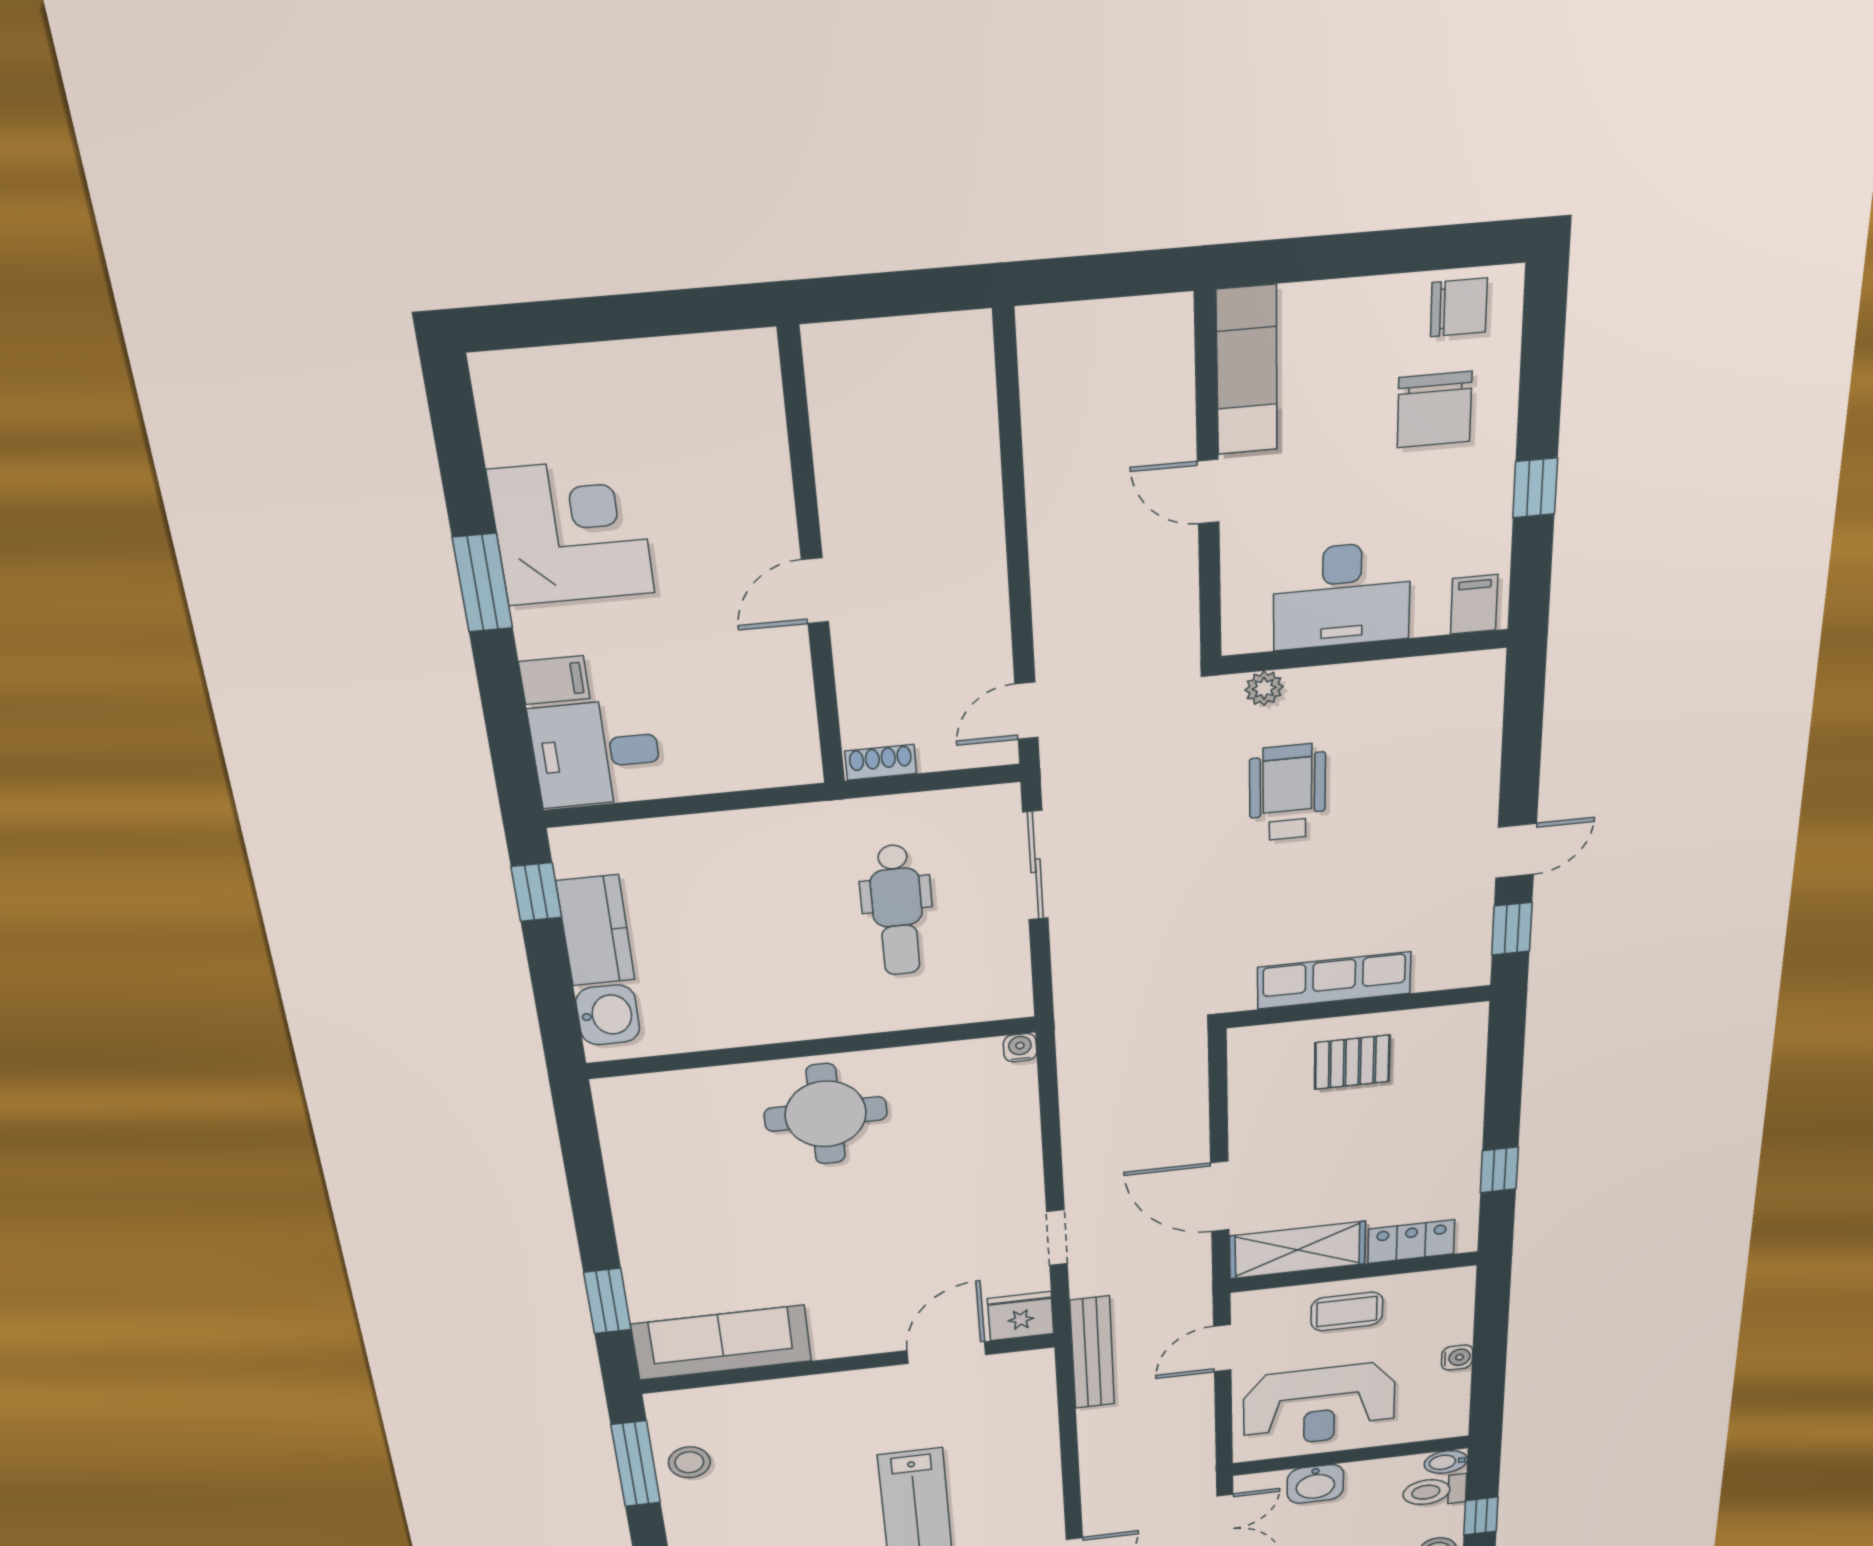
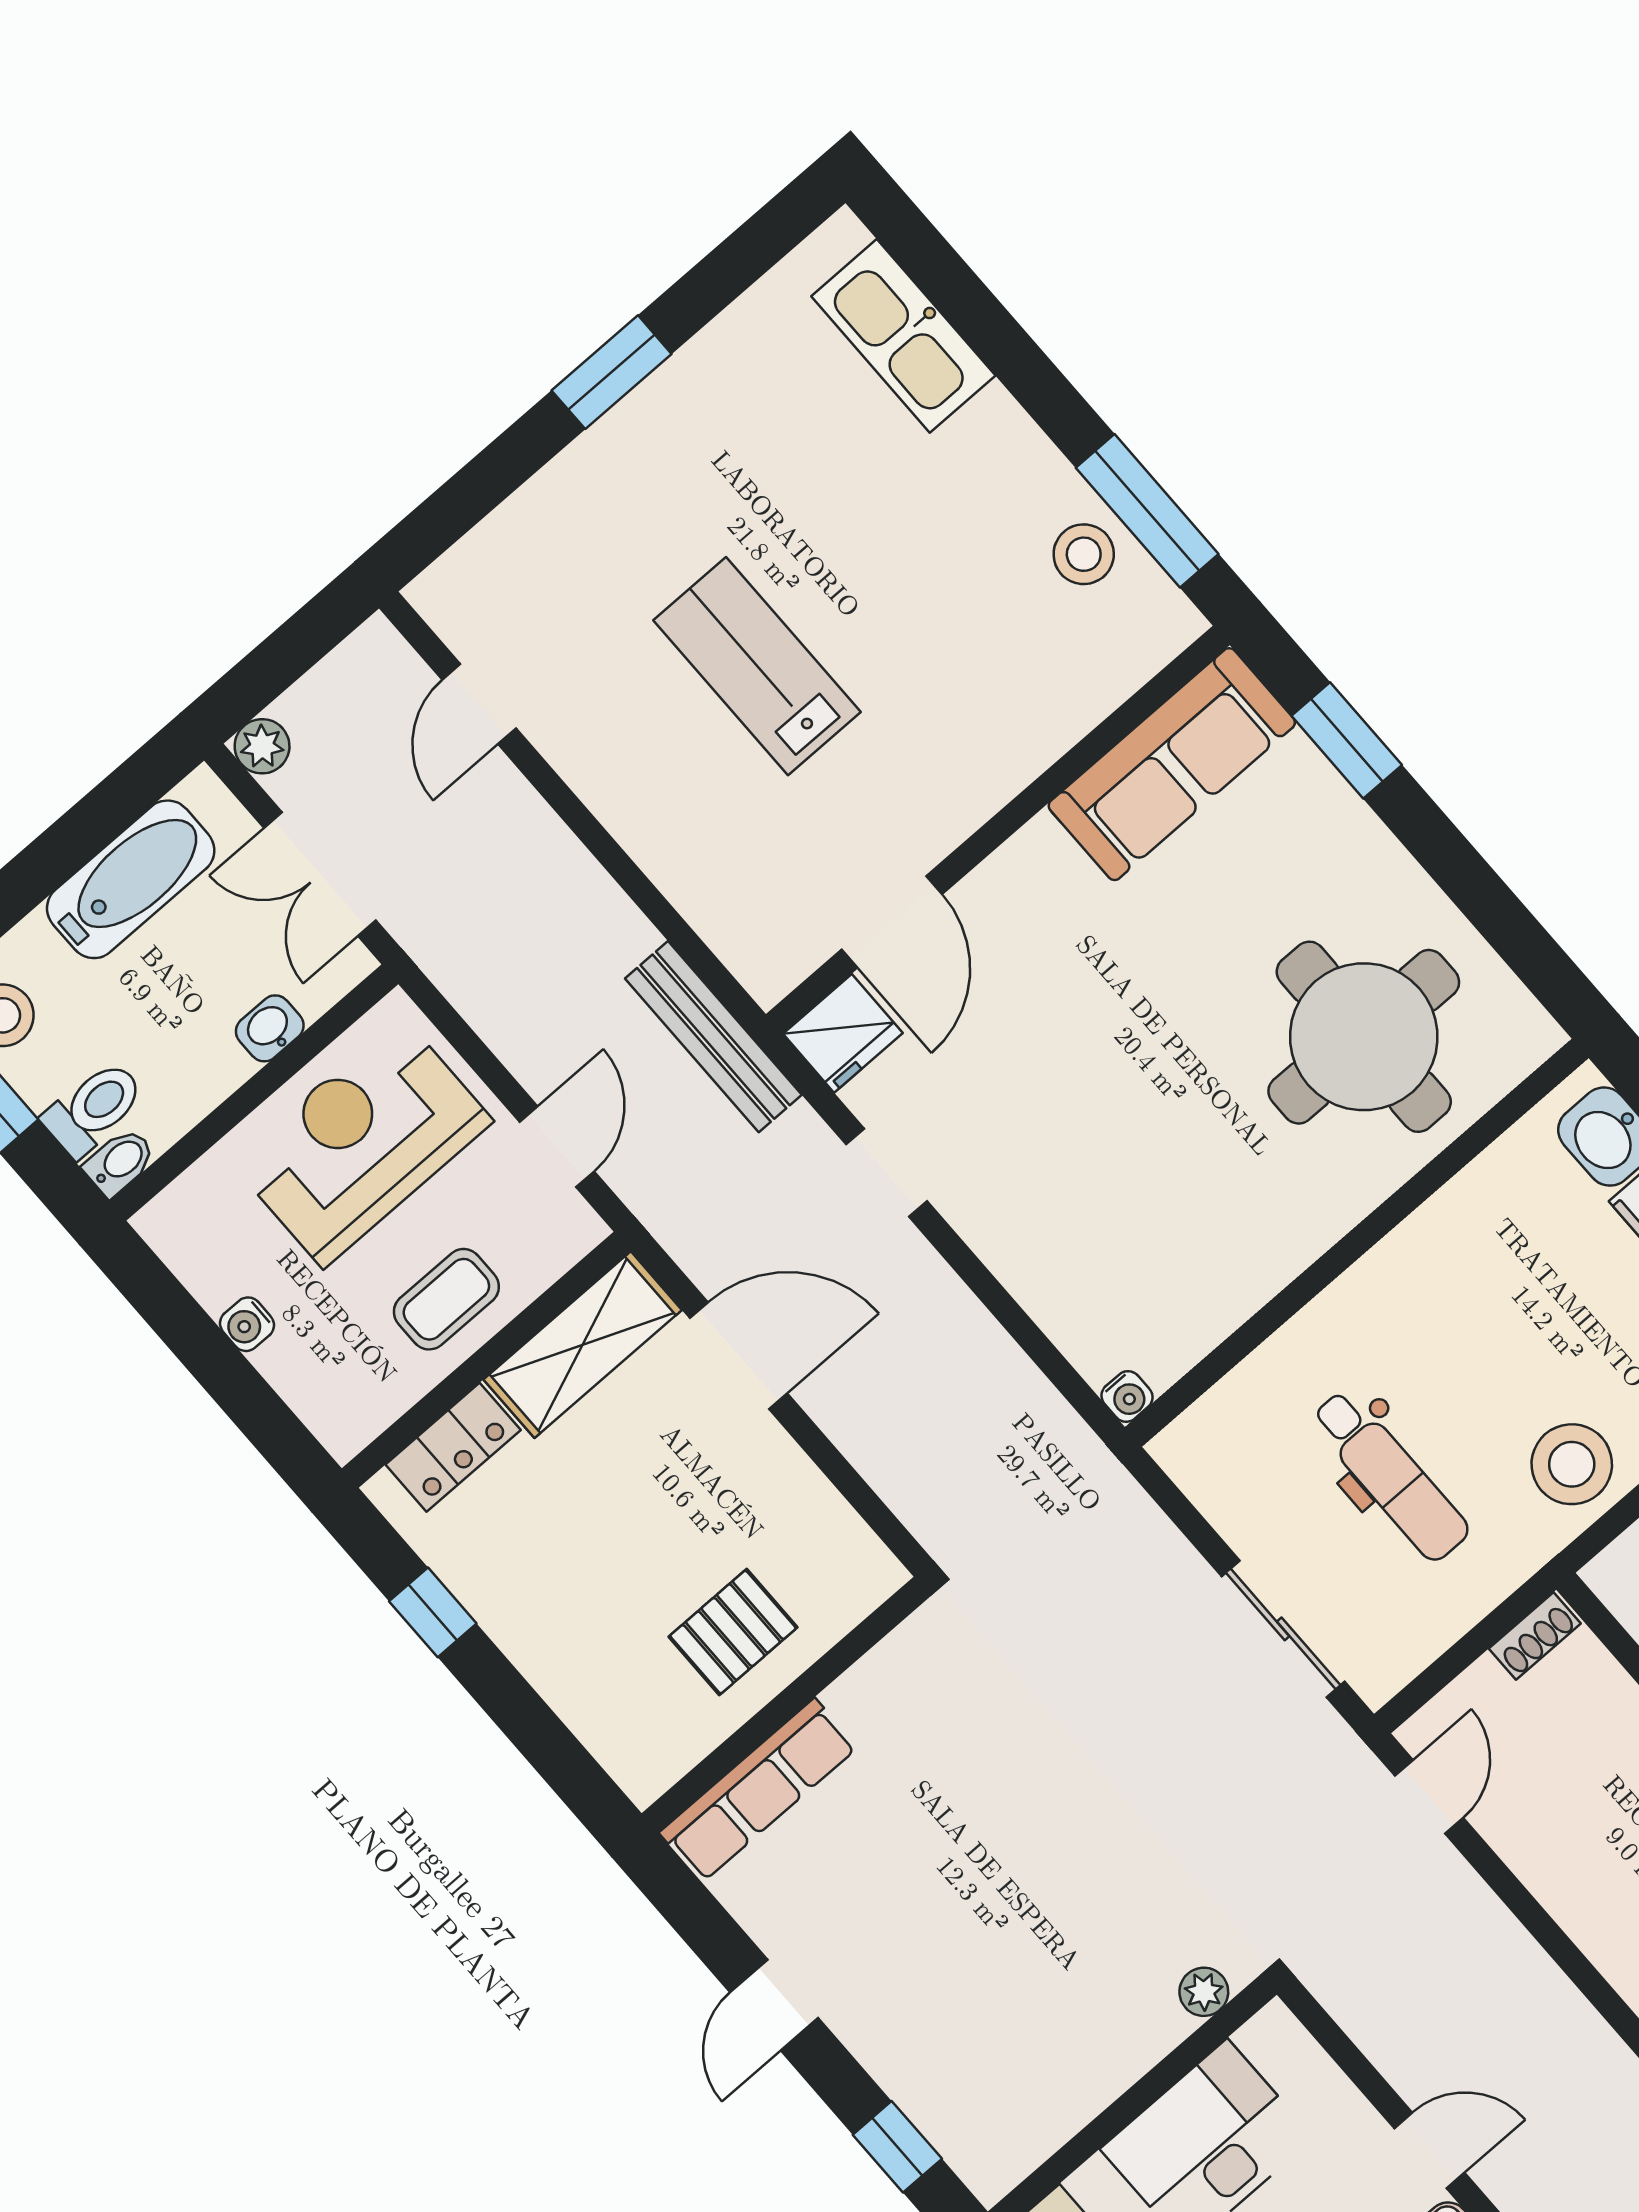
wheelchair: (1287, 792) -> (1082, 1897), removed
stool: (776, 847) -> (1572, 1464), added
dental chair: (897, 910) -> (1390, 1476), turned 180
window: (1512, 929) -> (897, 2147), moved
row of seats: (1334, 980) -> (758, 1790), moved
round table: (826, 1114) -> (1364, 1037), moved, width x1.36, depth x1.36
washbasin: (1315, 1484) -> (270, 1028), width x0.72, depth x0.69

